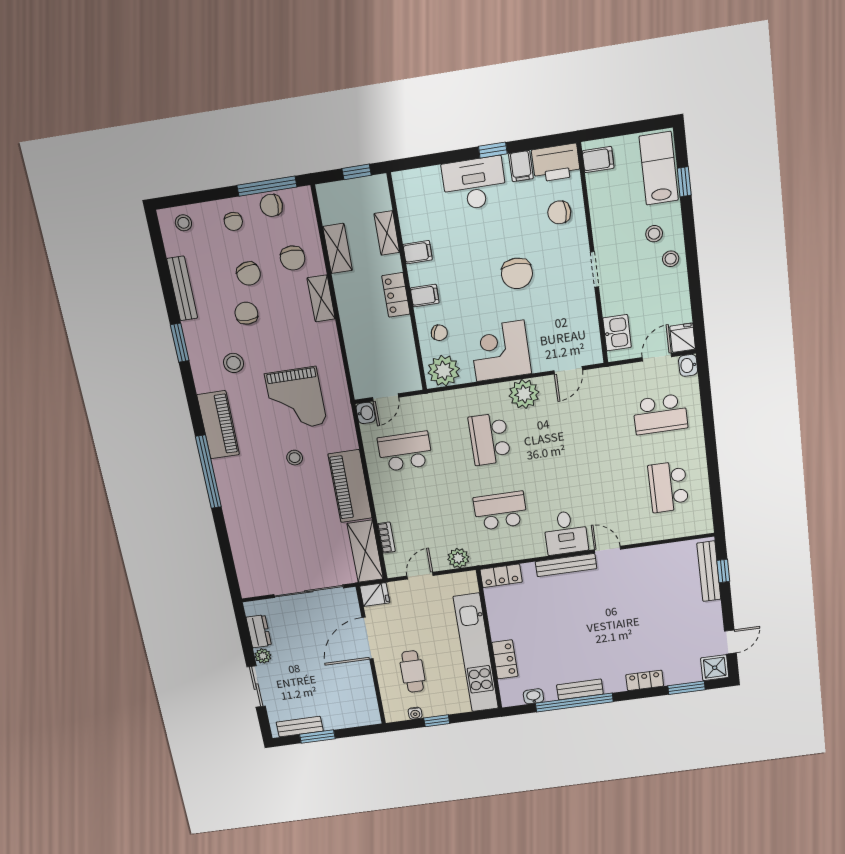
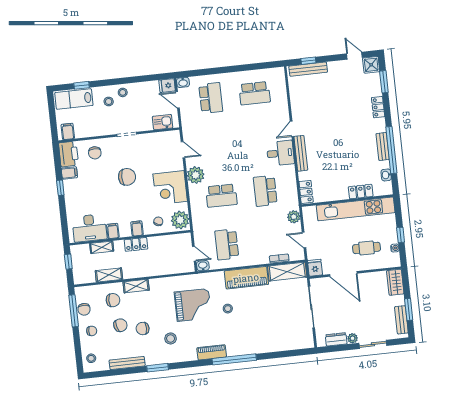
desk: (474, 184) -> (90, 228), moved, turned -90
piano: (218, 425) -> (212, 352), width x0.73, depth x0.75
wardrobe: (360, 716) -> (395, 282), added

